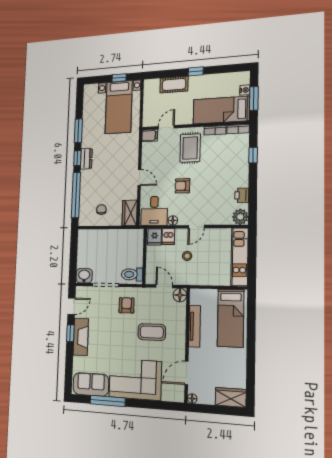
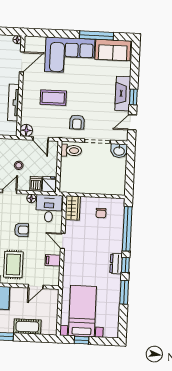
filing cabinet: (150, 136) -> (53, 260), moved

